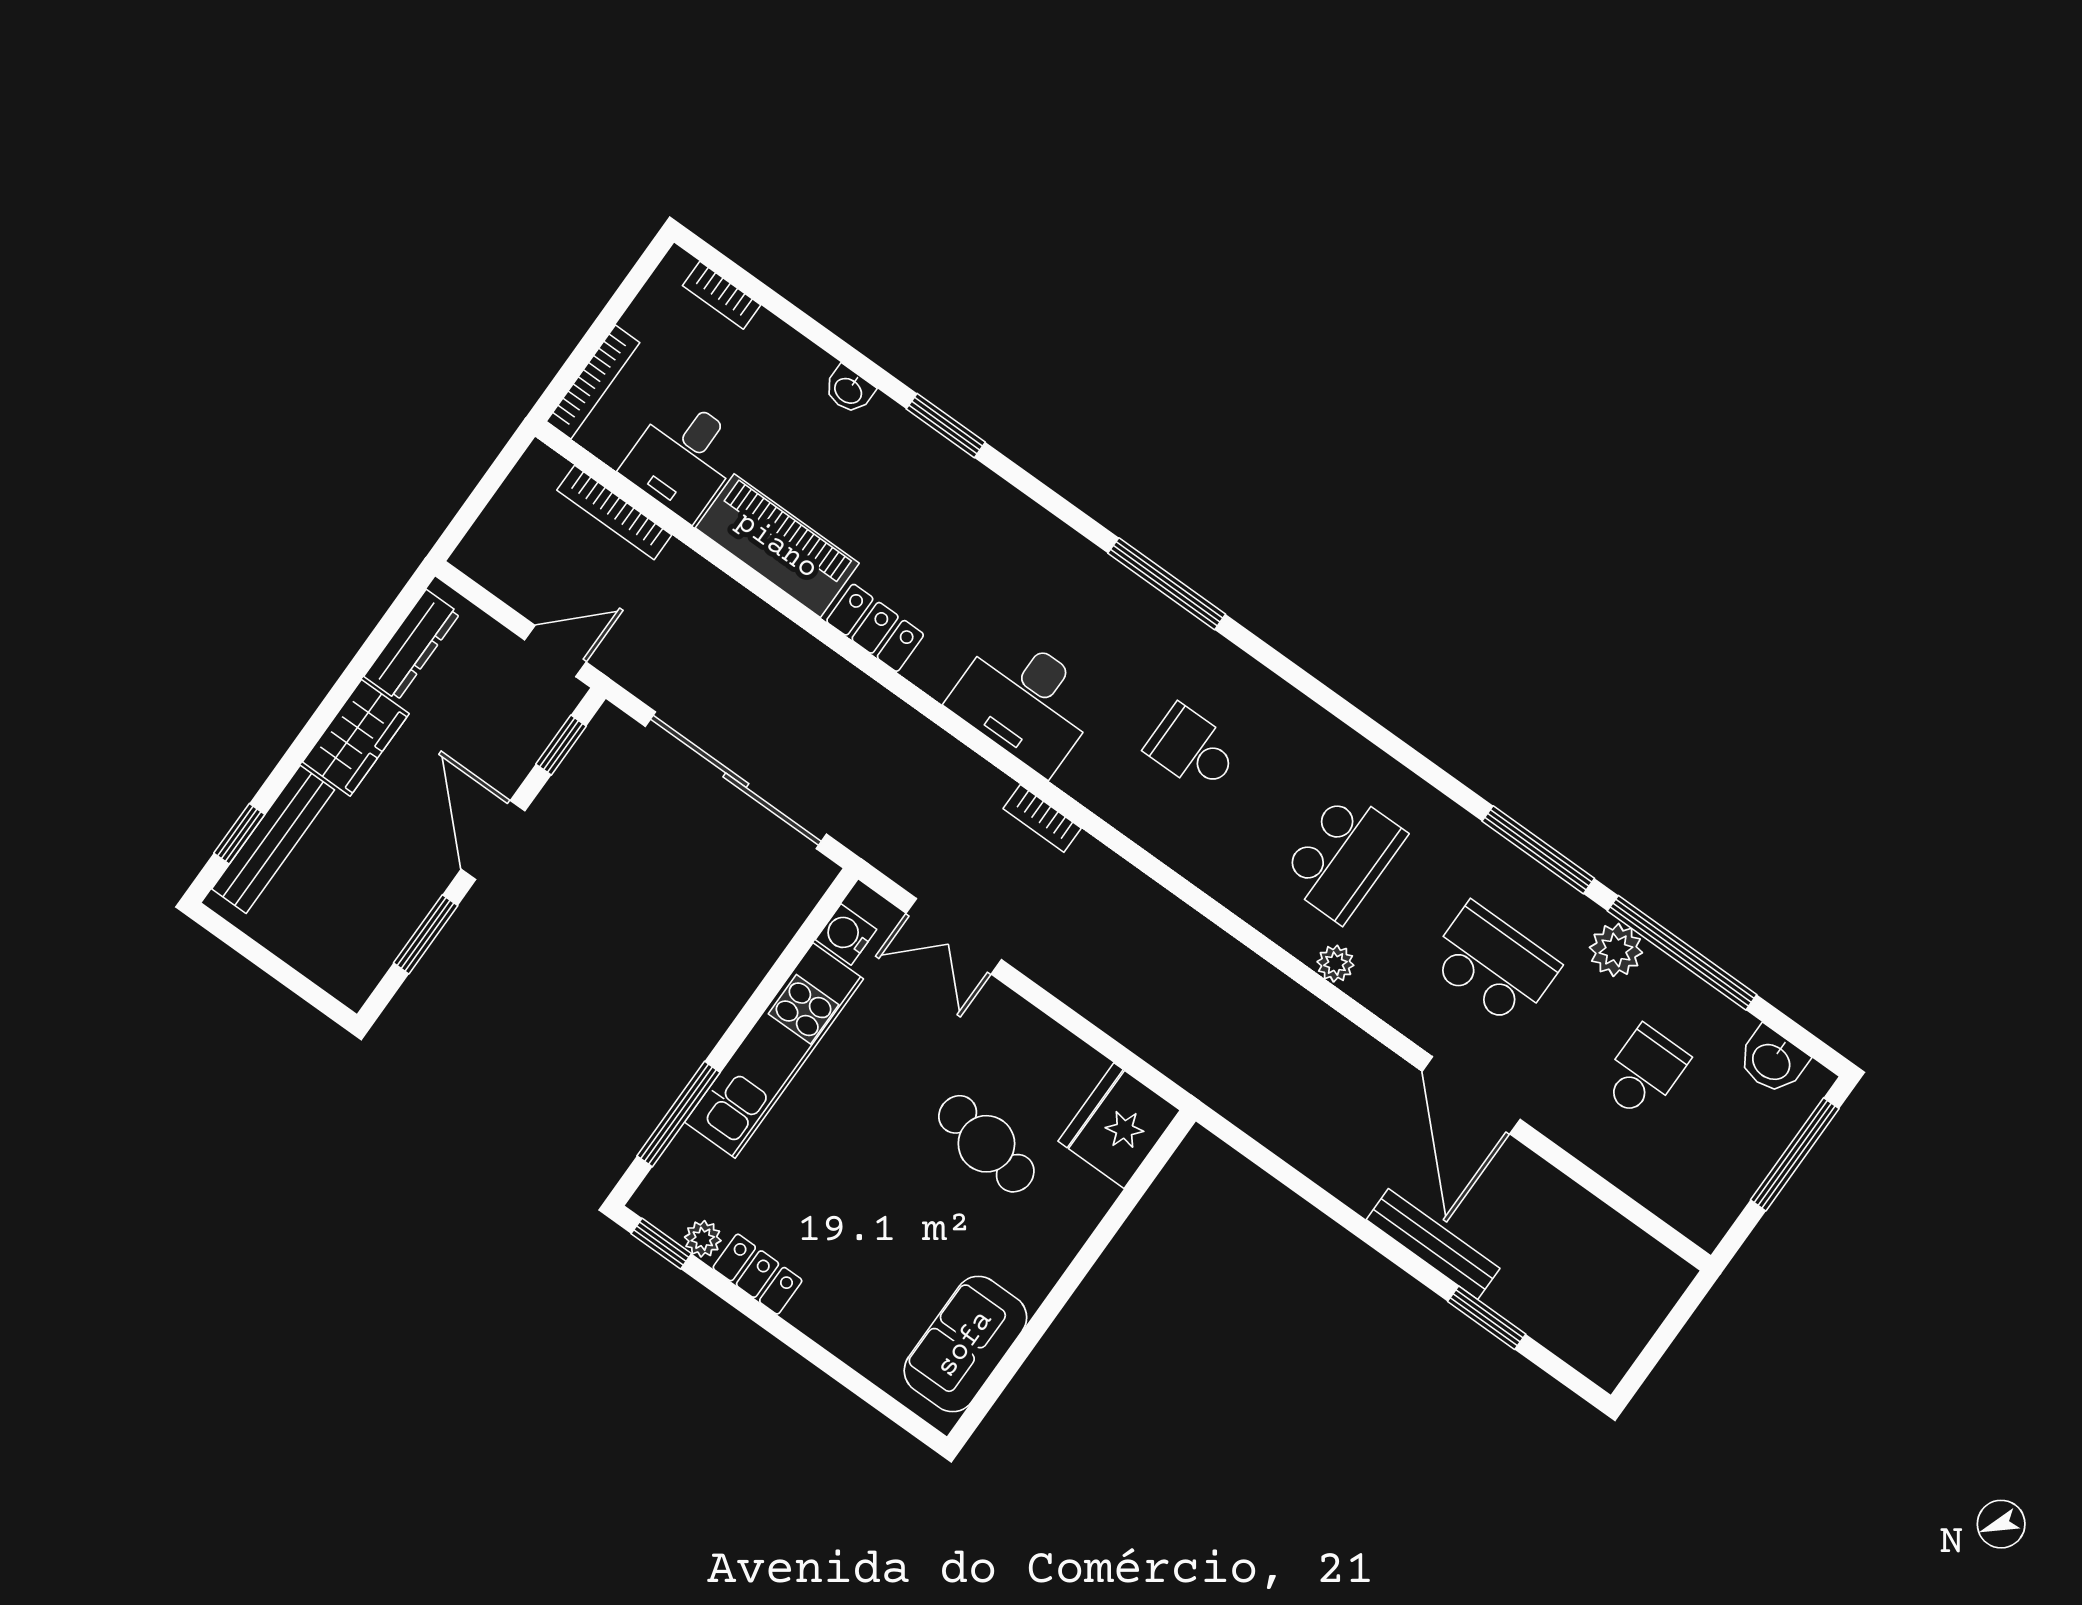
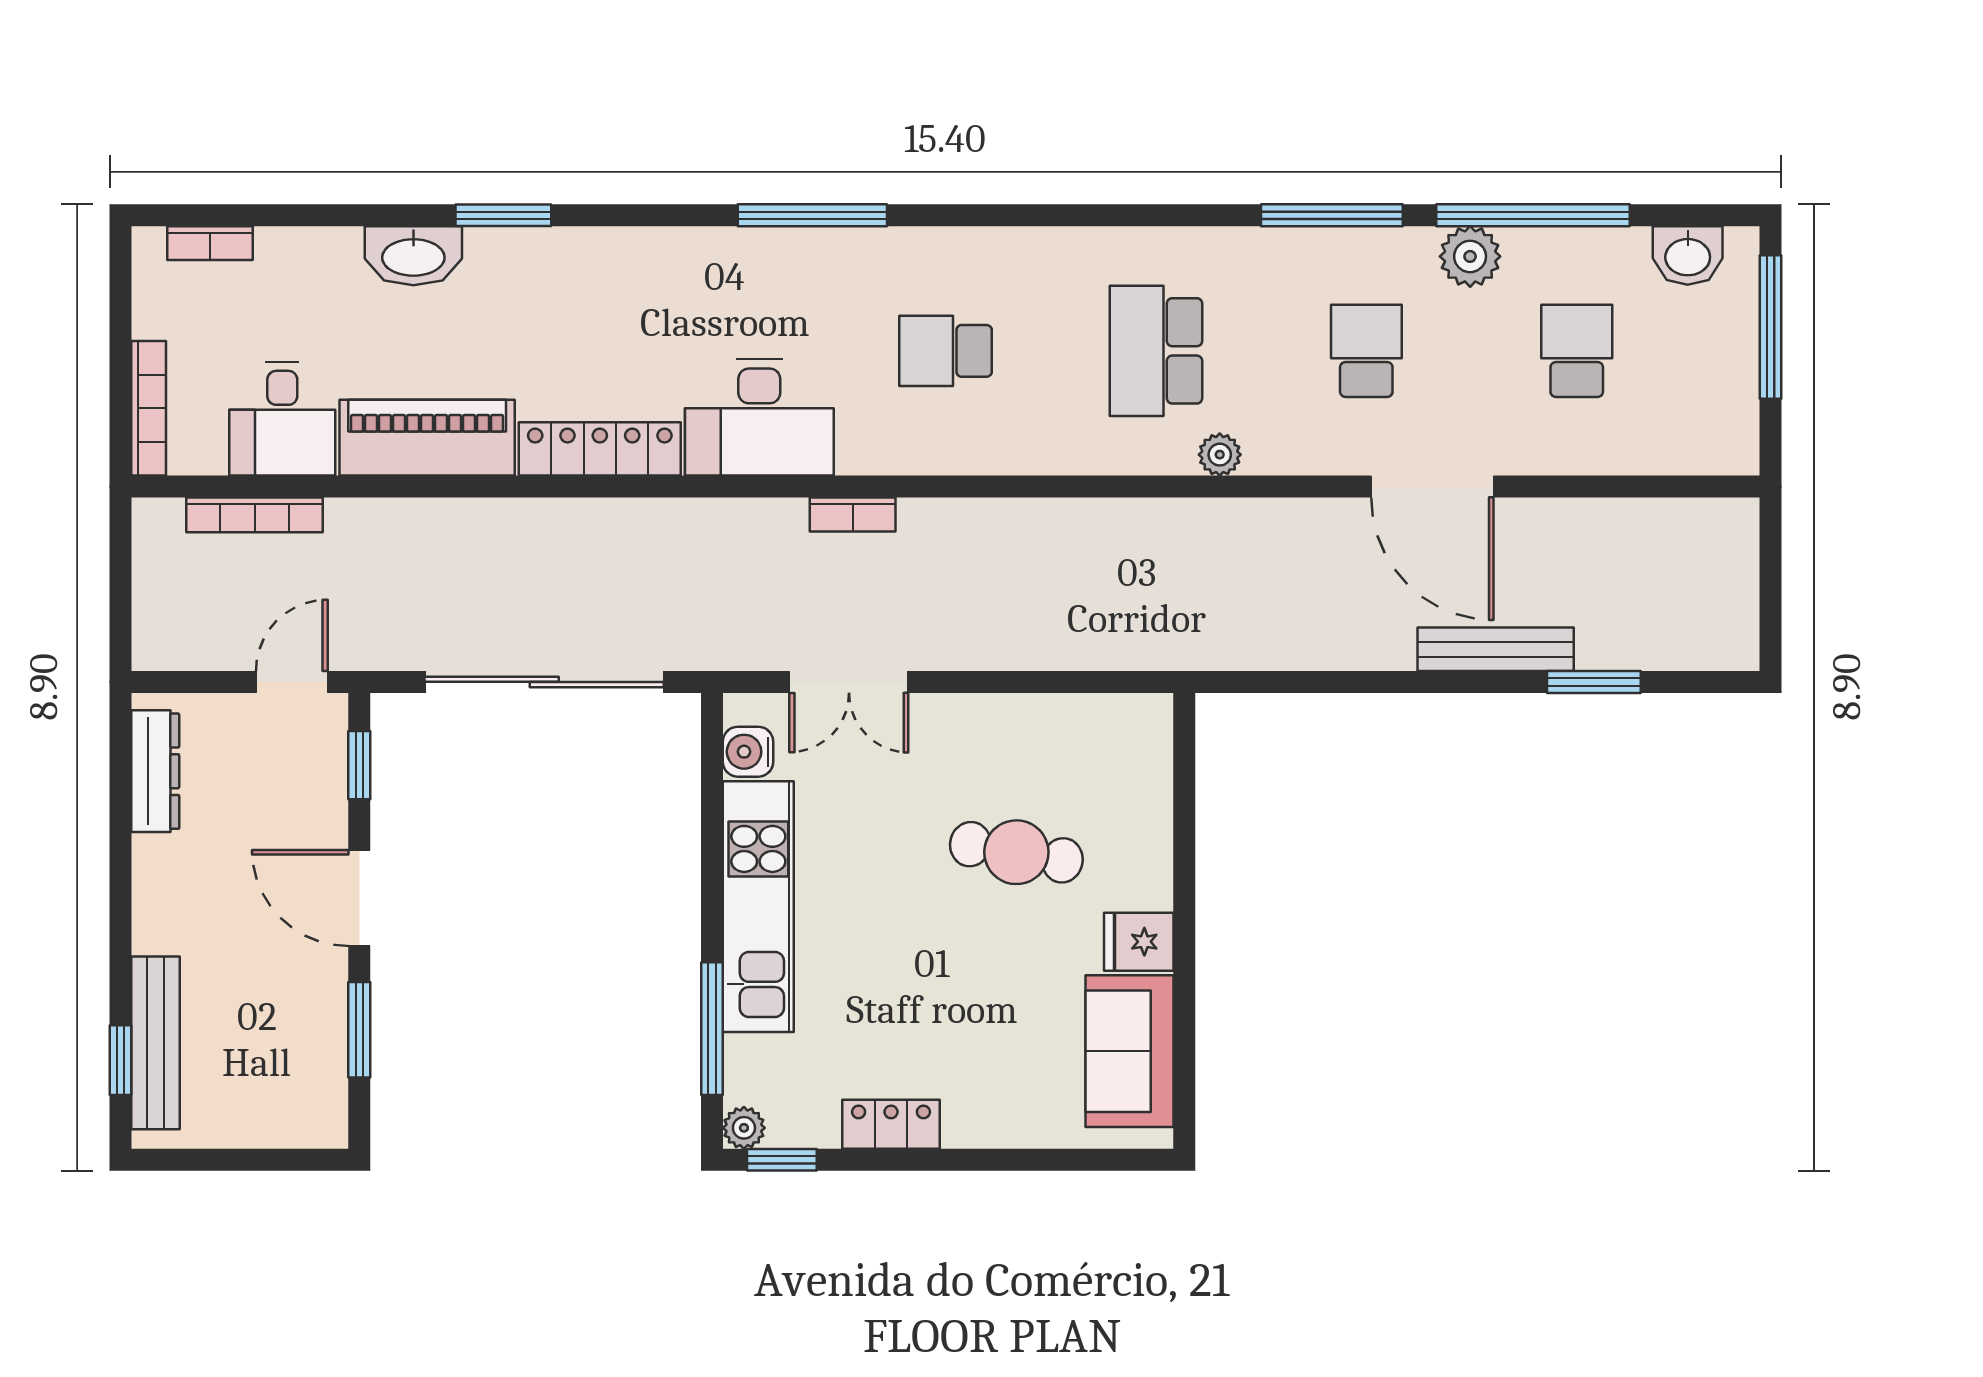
washbasin: (849, 390) -> (413, 256), width x1.91, depth x1.45
locker: (875, 628) -> (600, 449), width x1.53
wardrobe: (356, 738) -> (165, 894), removed
school desk: (1343, 857) -> (1156, 351), turned 180
school desk: (1493, 964) -> (1366, 351), width x0.54
fridge: (1119, 1126) -> (1139, 942), moved, width x0.53, depth x0.75
plant: (703, 1239) -> (744, 1128), moved

